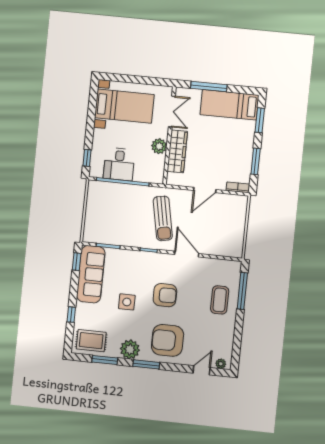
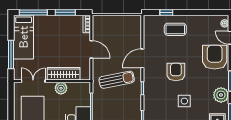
window: (260, 120) -> (33, 12), width x1.44
window: (242, 291) -> (166, 12), width x0.46
armchair: (168, 340) -> (215, 57), moved, turned 180

